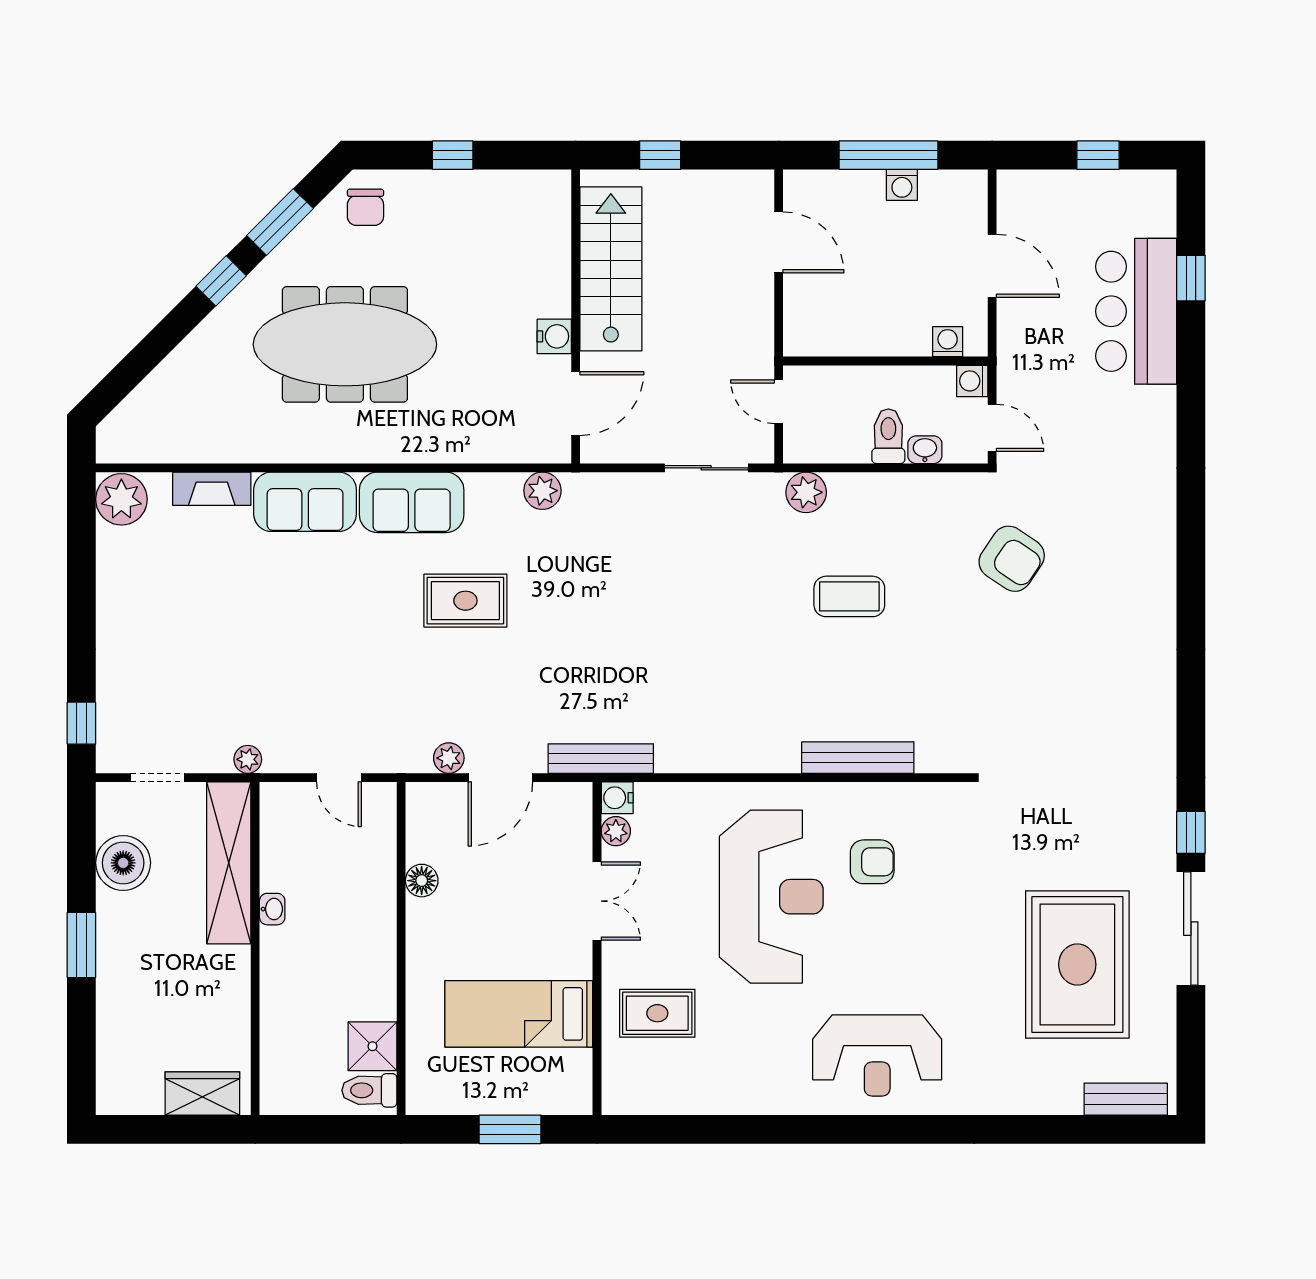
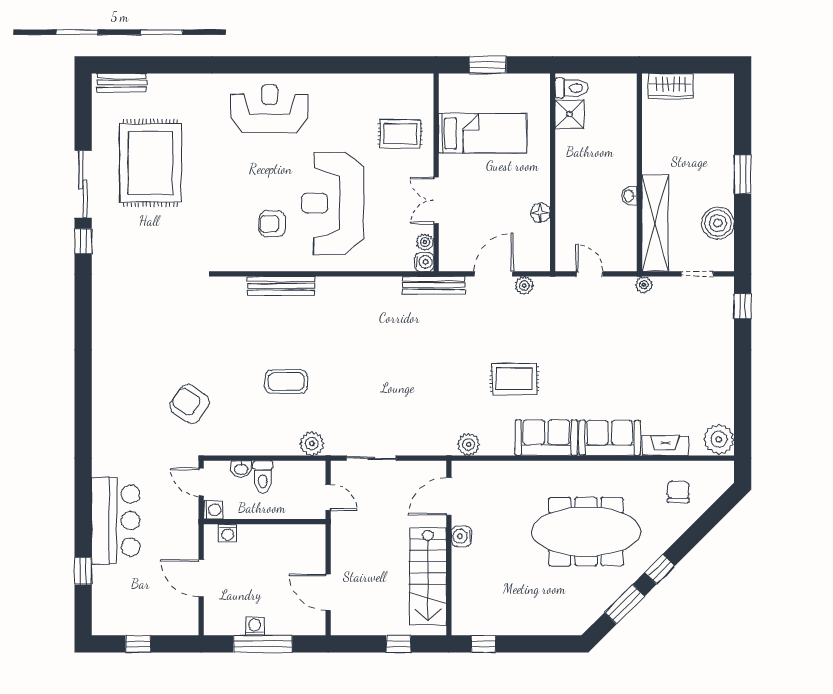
window: (453, 155) -> (483, 644), moved
chair: (365, 207) -> (678, 492), moved
bar counter: (1136, 311) -> (116, 521), moved

